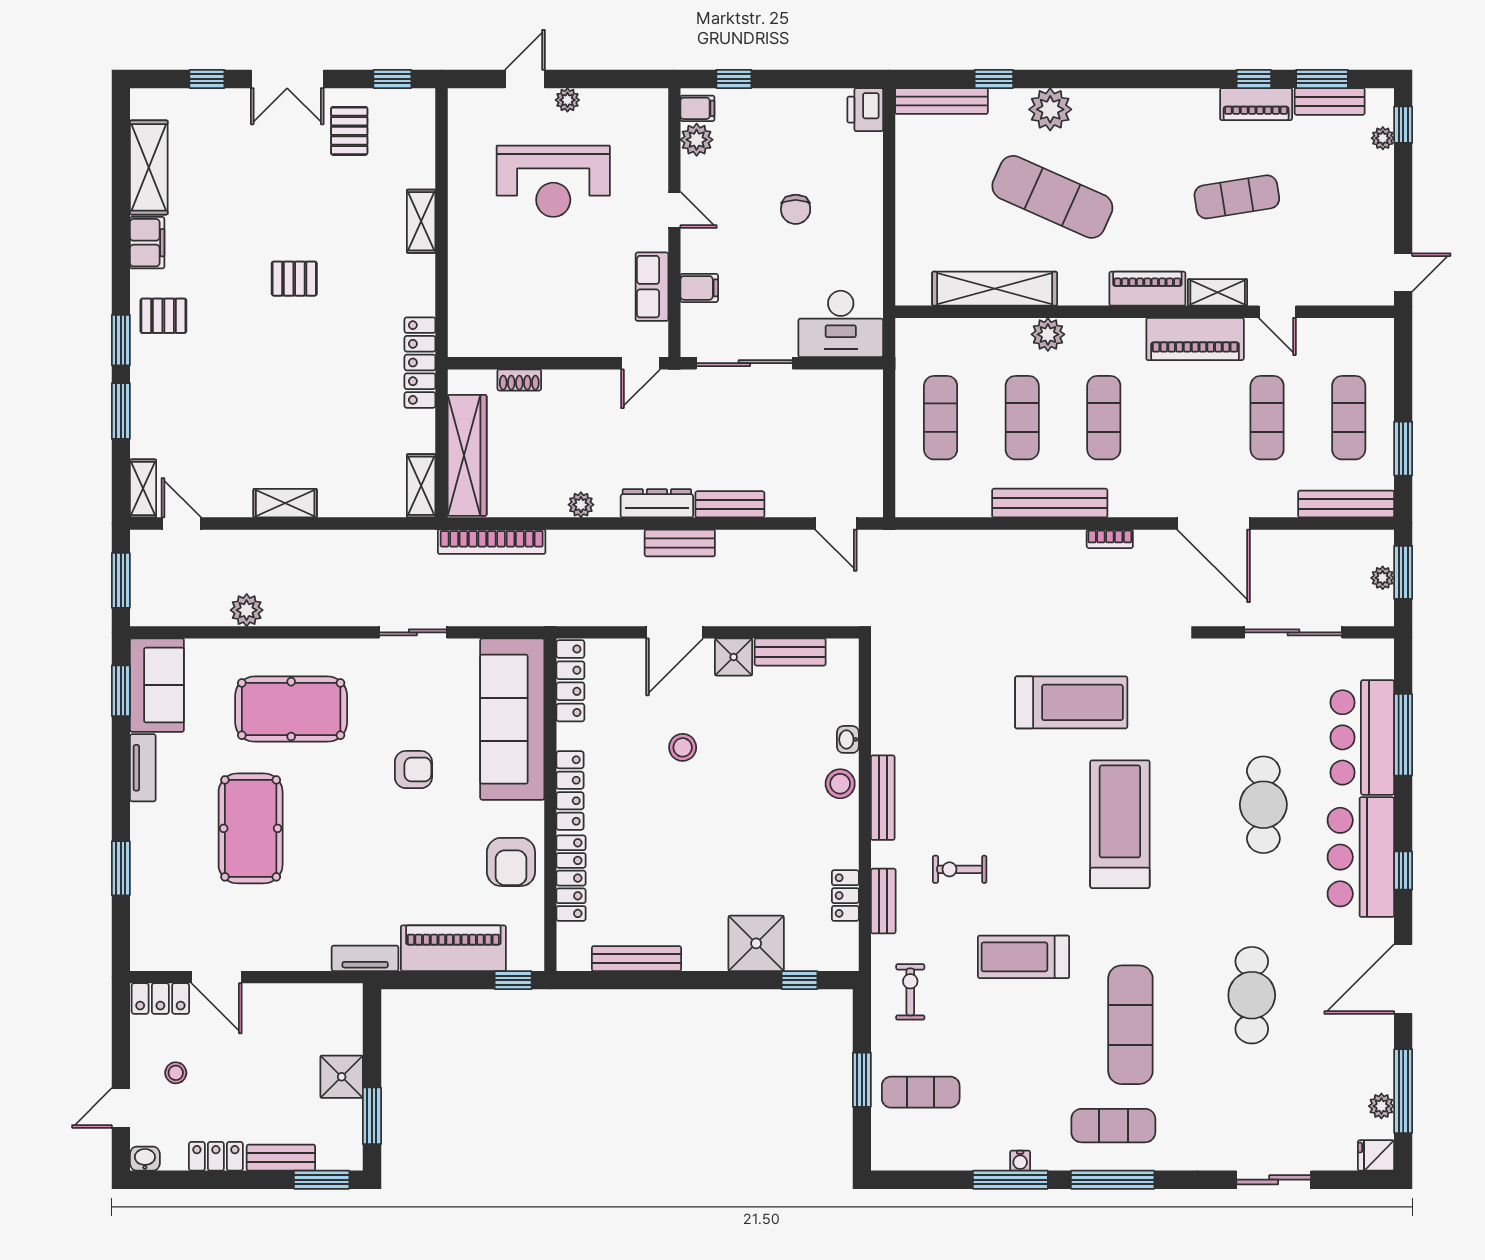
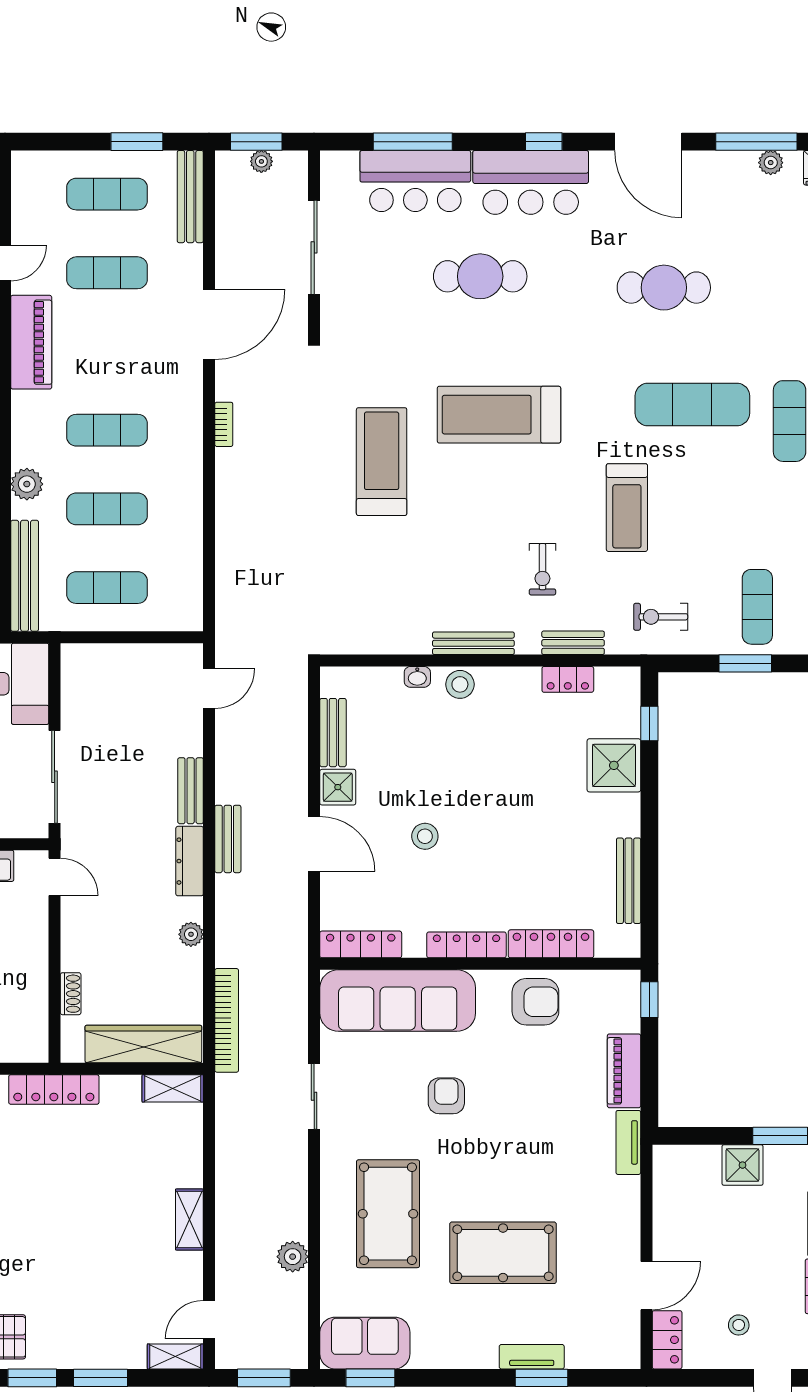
bench: (1050, 503) -> (25, 576), moved
tv unit: (143, 768) -> (532, 1357), moved
piano: (453, 948) -> (624, 1071), width x0.73, depth x0.75

